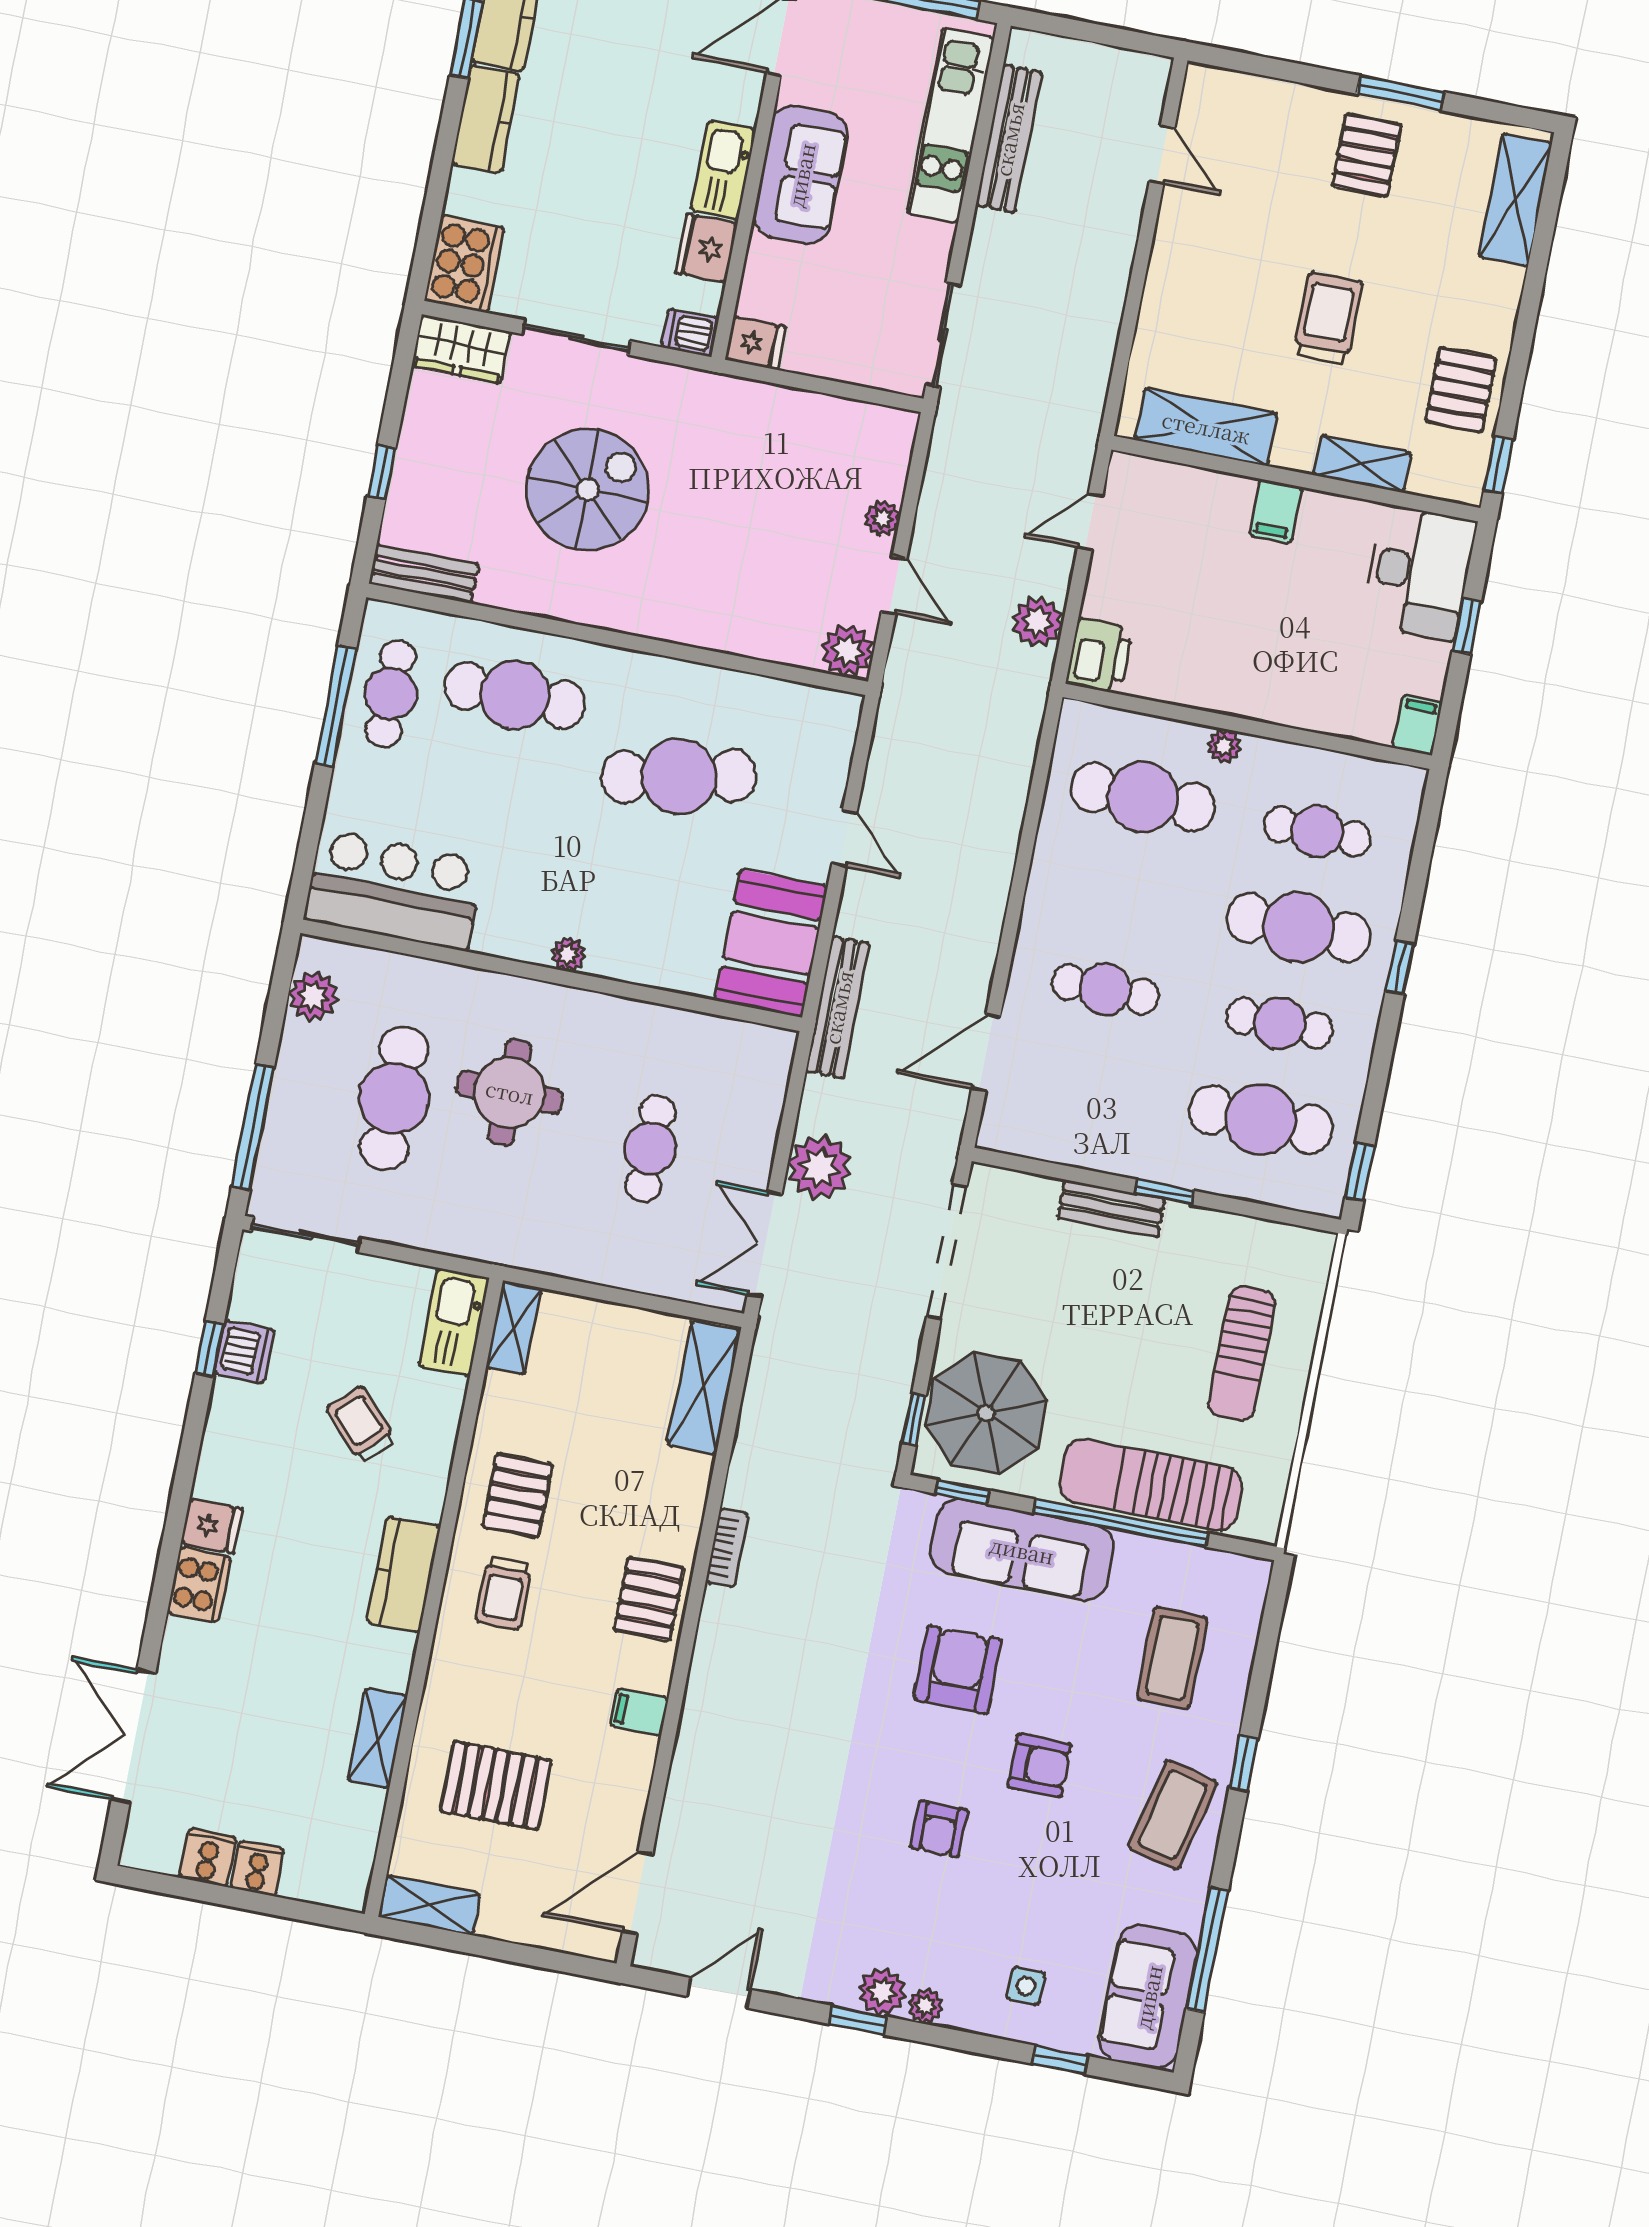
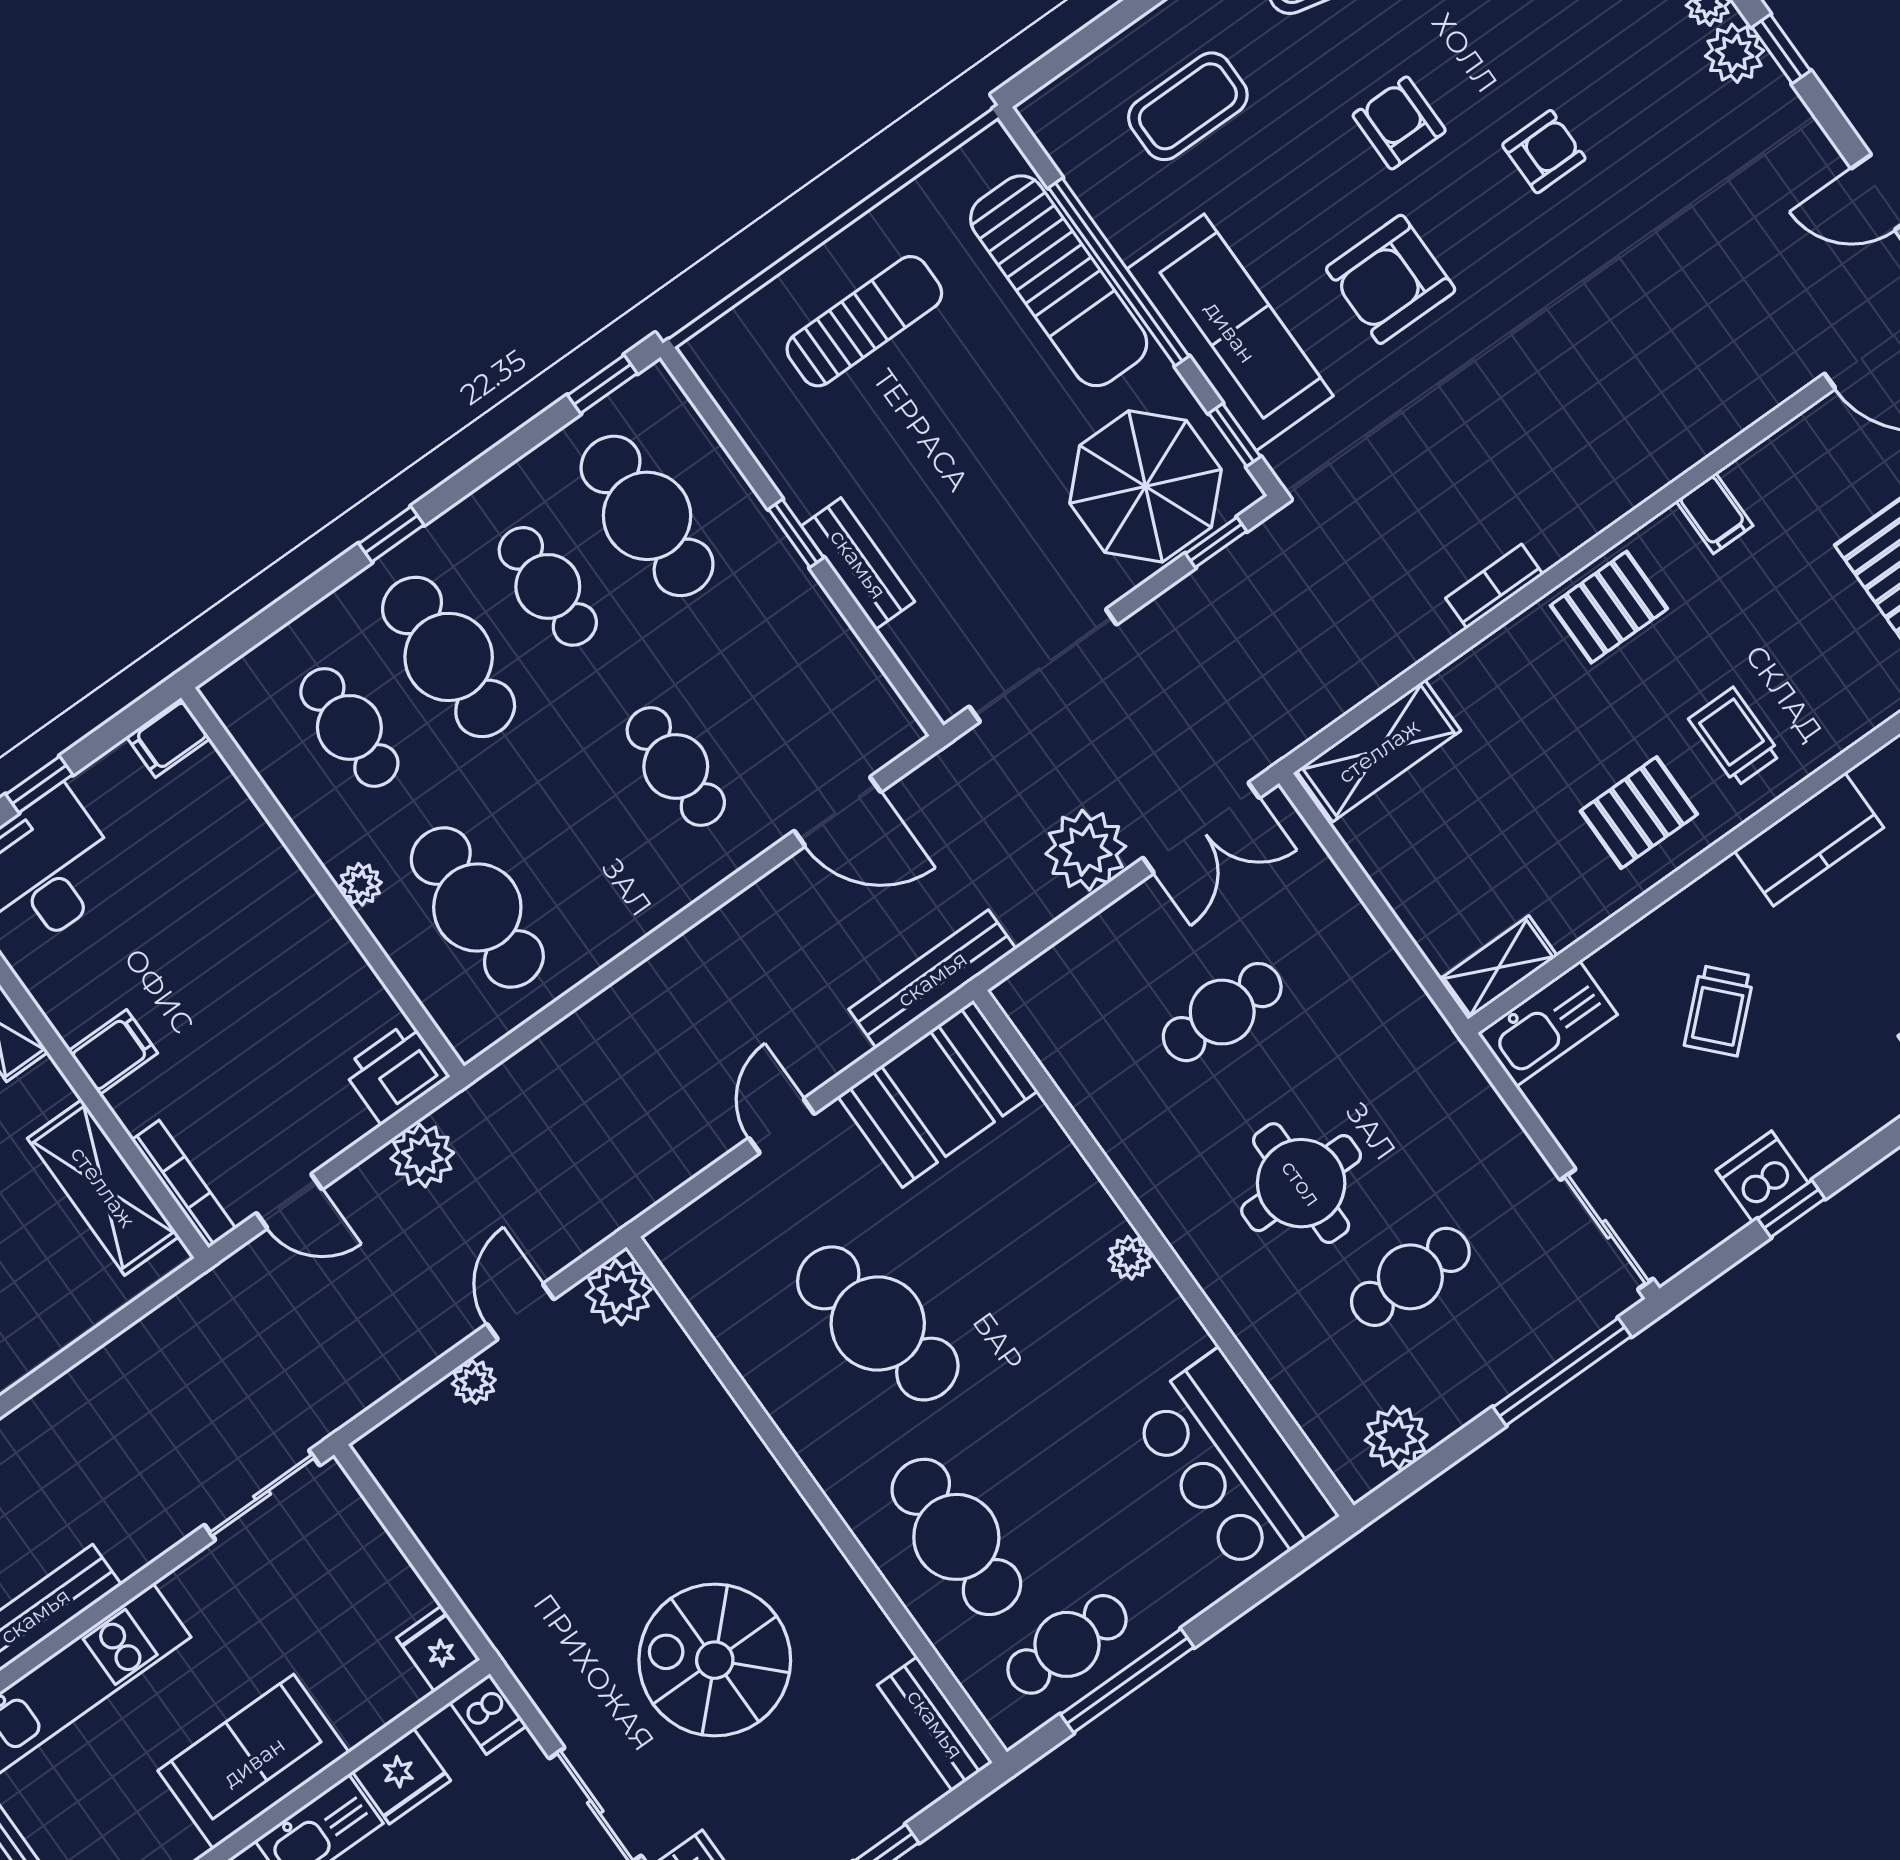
bookcase: (1161, 473) -> (184, 1184), added
cafe table: (394, 1098) -> (1410, 1277), width x0.73, depth x0.74
trolley: (504, 1593) -> (1735, 737), turned -90

